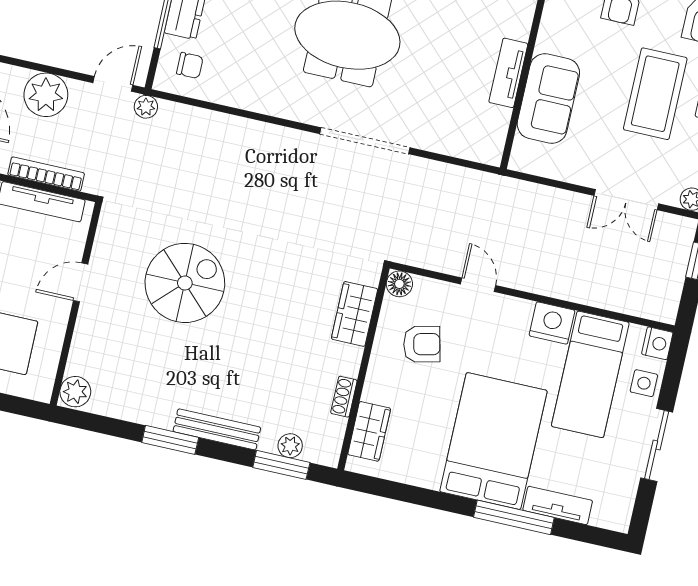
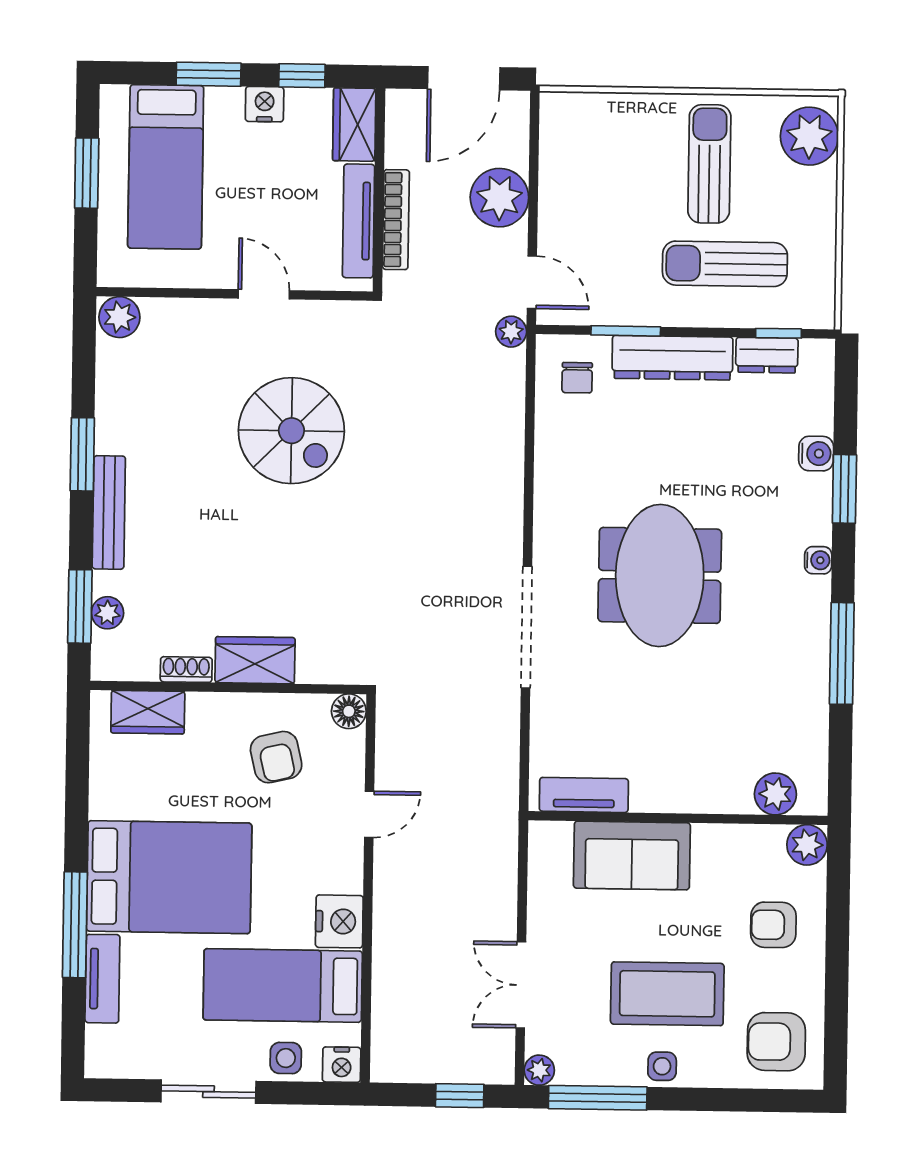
tv unit: (508, 73) -> (584, 795), moved
wardrobe: (354, 314) -> (255, 660), moved

